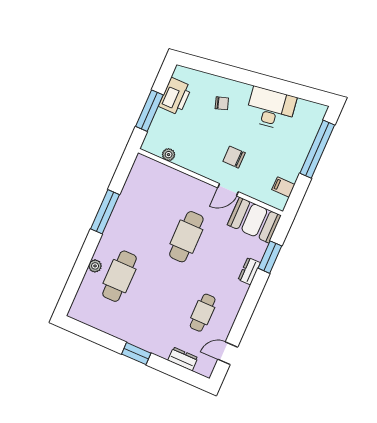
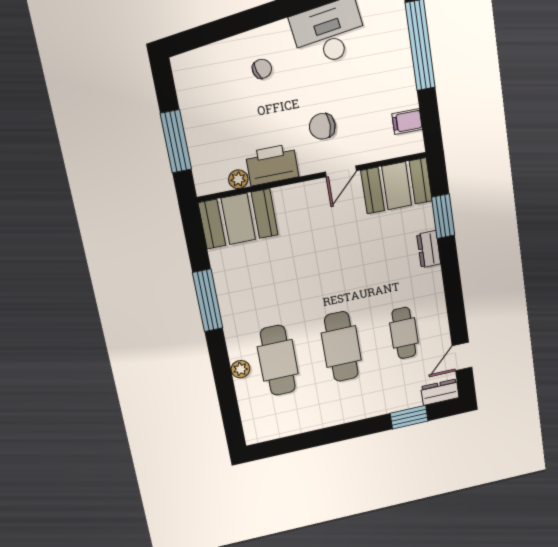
printer: (175, 96) -> (272, 165), moved, turned -90
booth: (154, 177) -> (238, 219), added
cafe table: (186, 237) -> (341, 347), moved
window: (136, 354) -> (409, 417), moved
dresser: (183, 359) -> (440, 392), moved

